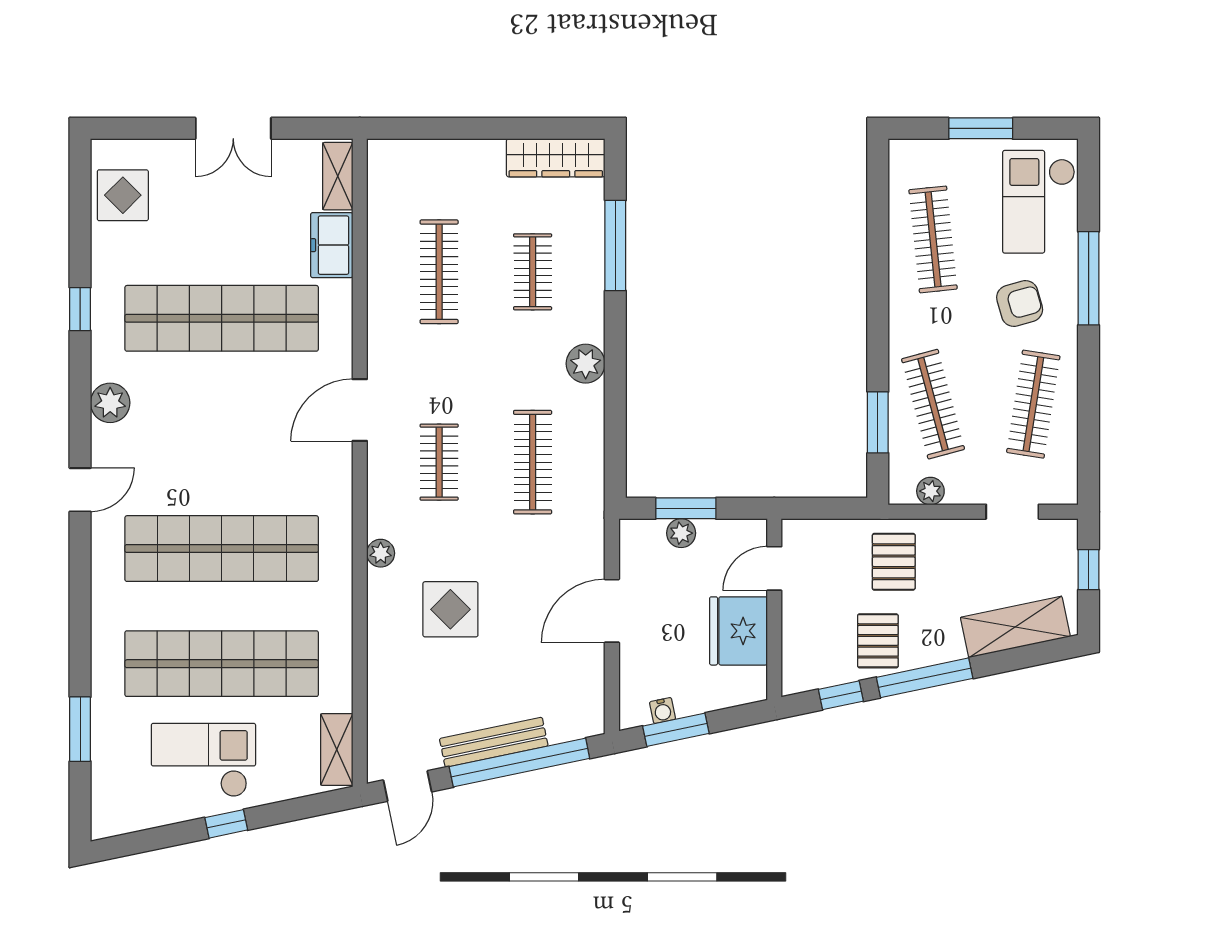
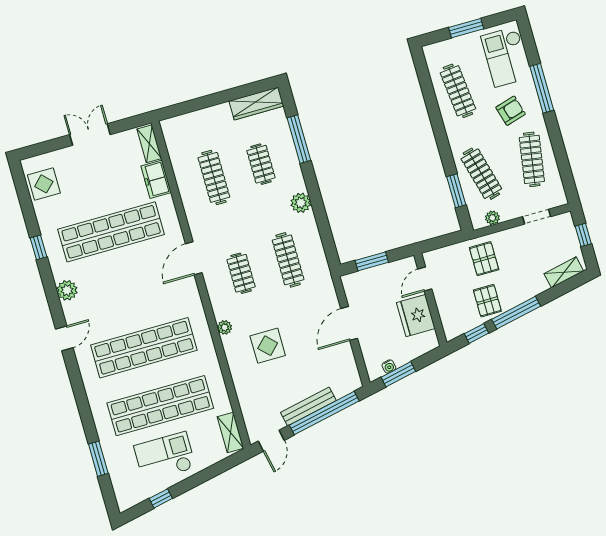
double door: (233, 128) -> (90, 135), swing flipped
plant: (681, 533) -> (373, 275), removed
shelving: (1015, 627) -> (564, 272), width x0.67, depth x0.75
window: (226, 824) -> (161, 498), moved

